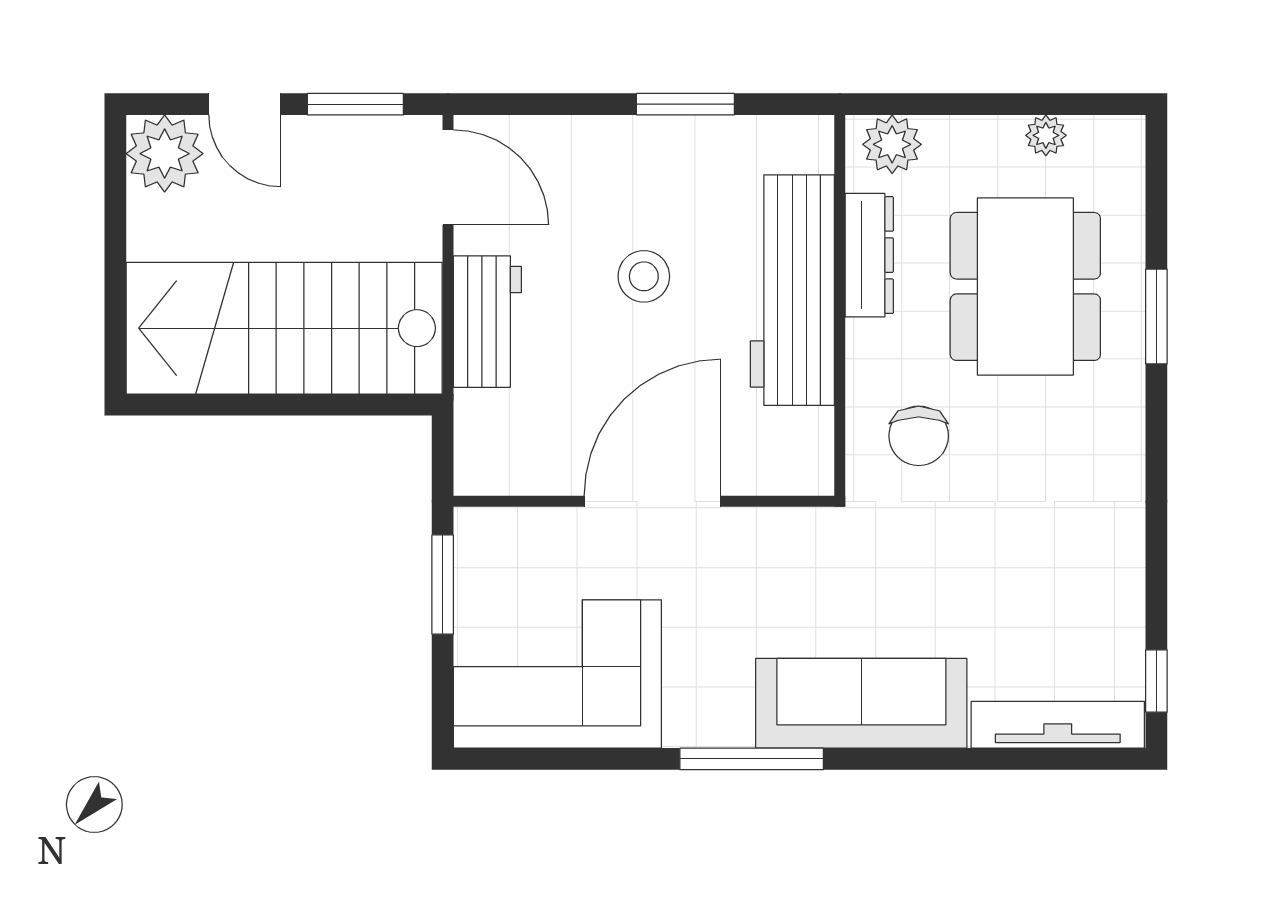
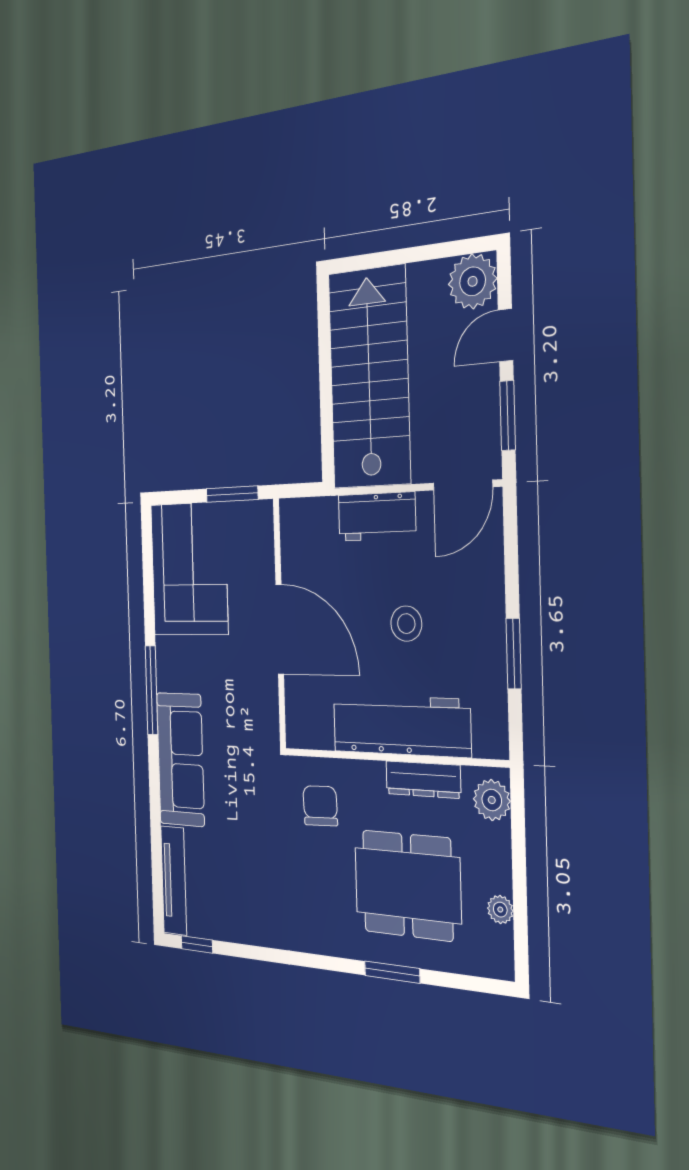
chair: (919, 436) -> (320, 806), turned 88

